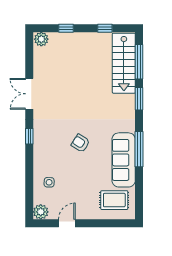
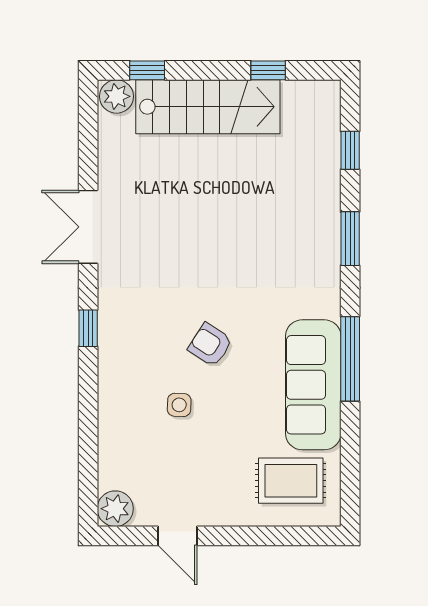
window: (66, 28) -> (147, 70), moved
window: (139, 62) -> (350, 150), width x0.46
stairs: (124, 63) -> (208, 107), moved, turned -90
side table: (49, 182) -> (179, 405), moved
door: (67, 223) -> (178, 536), swing flipped

